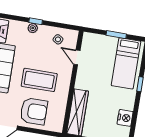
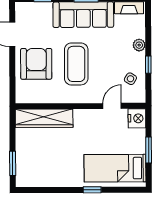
window: (36, 21) -> (148, 65), moved
armchair: (34, 111) -> (36, 64), turned 180
nightstand: (125, 118) -> (137, 118), moved, turned -90

